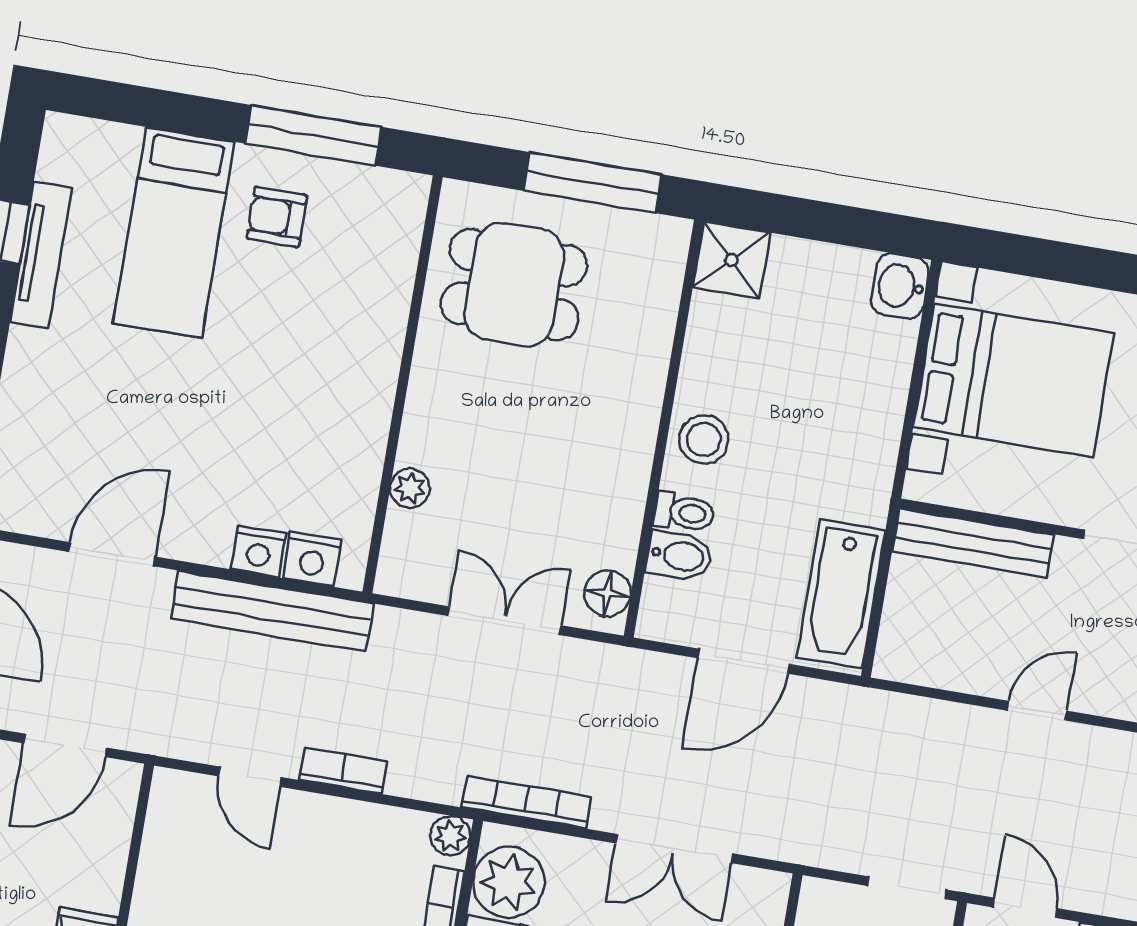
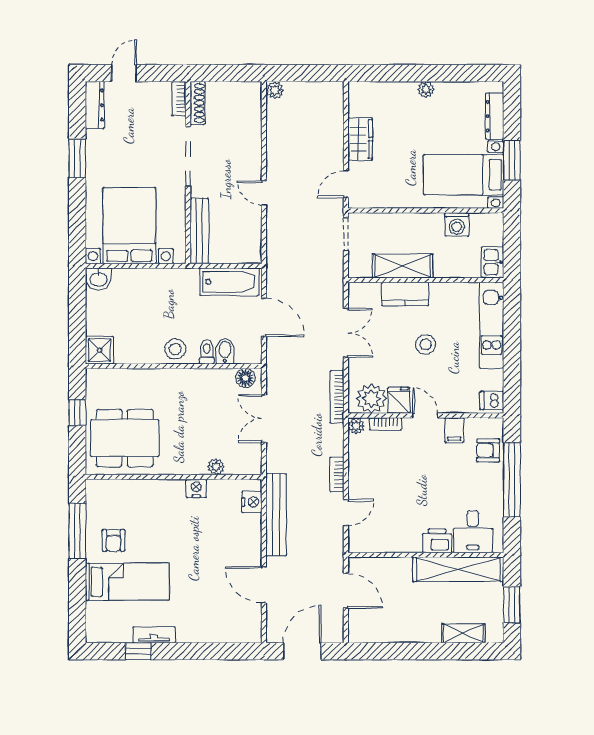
window: (593, 183) -> (77, 413), width x0.46
tv unit: (41, 255) -> (154, 635), width x0.71
dining table: (514, 284) -> (125, 438), width x1.38
nightstand: (259, 552) -> (196, 488), moved, turned -90

